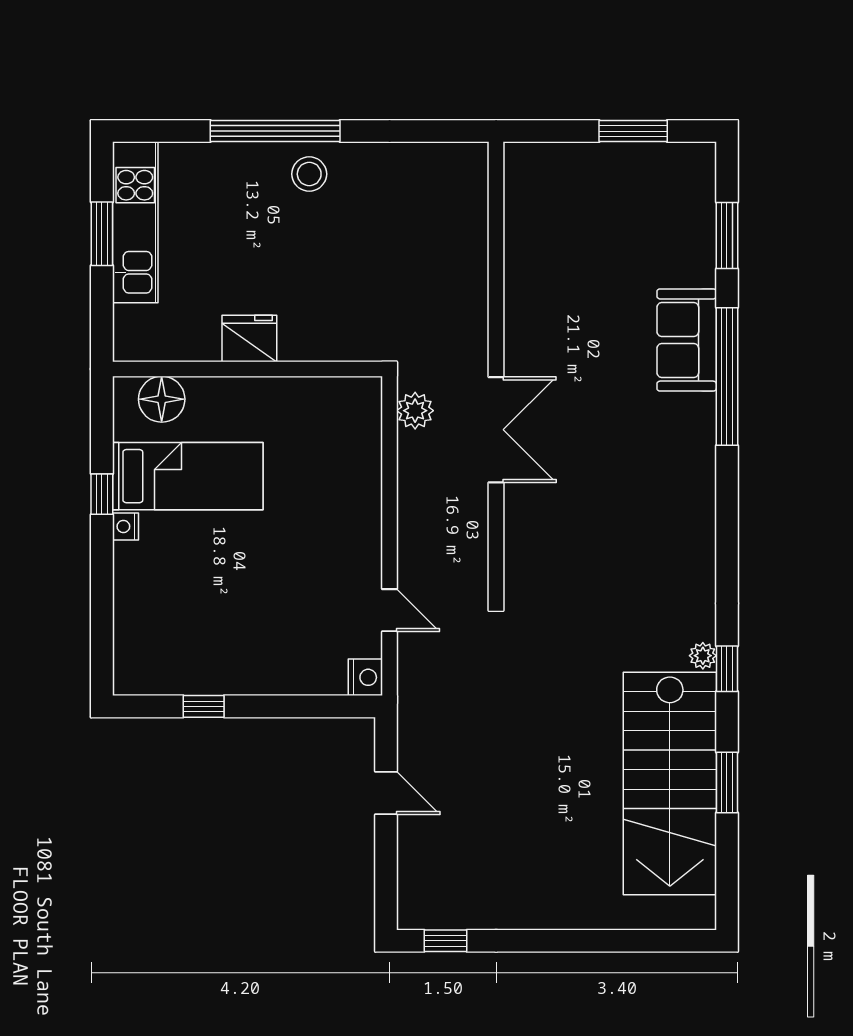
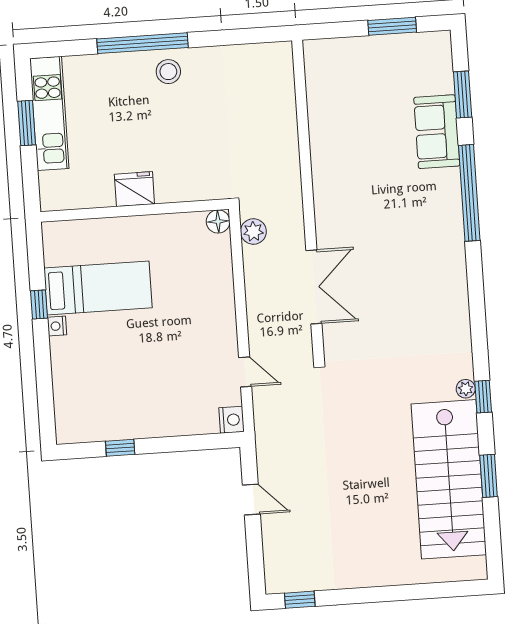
sofa: (687, 340) -> (437, 132), moved
floor lamp: (162, 399) -> (218, 221), moved, width x0.73, depth x0.73
double door: (496, 430) -> (314, 287), moved

